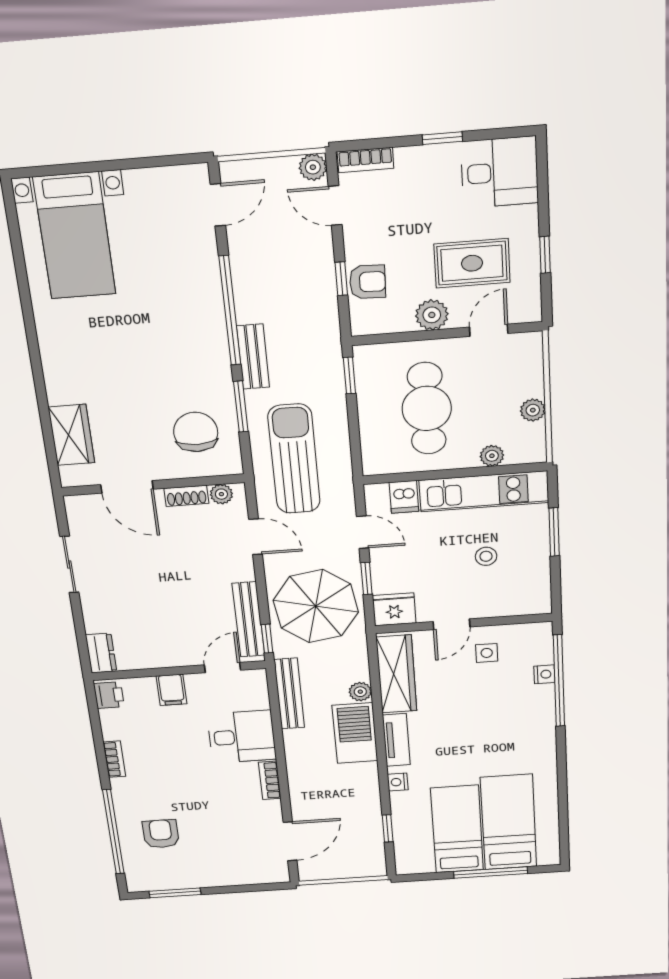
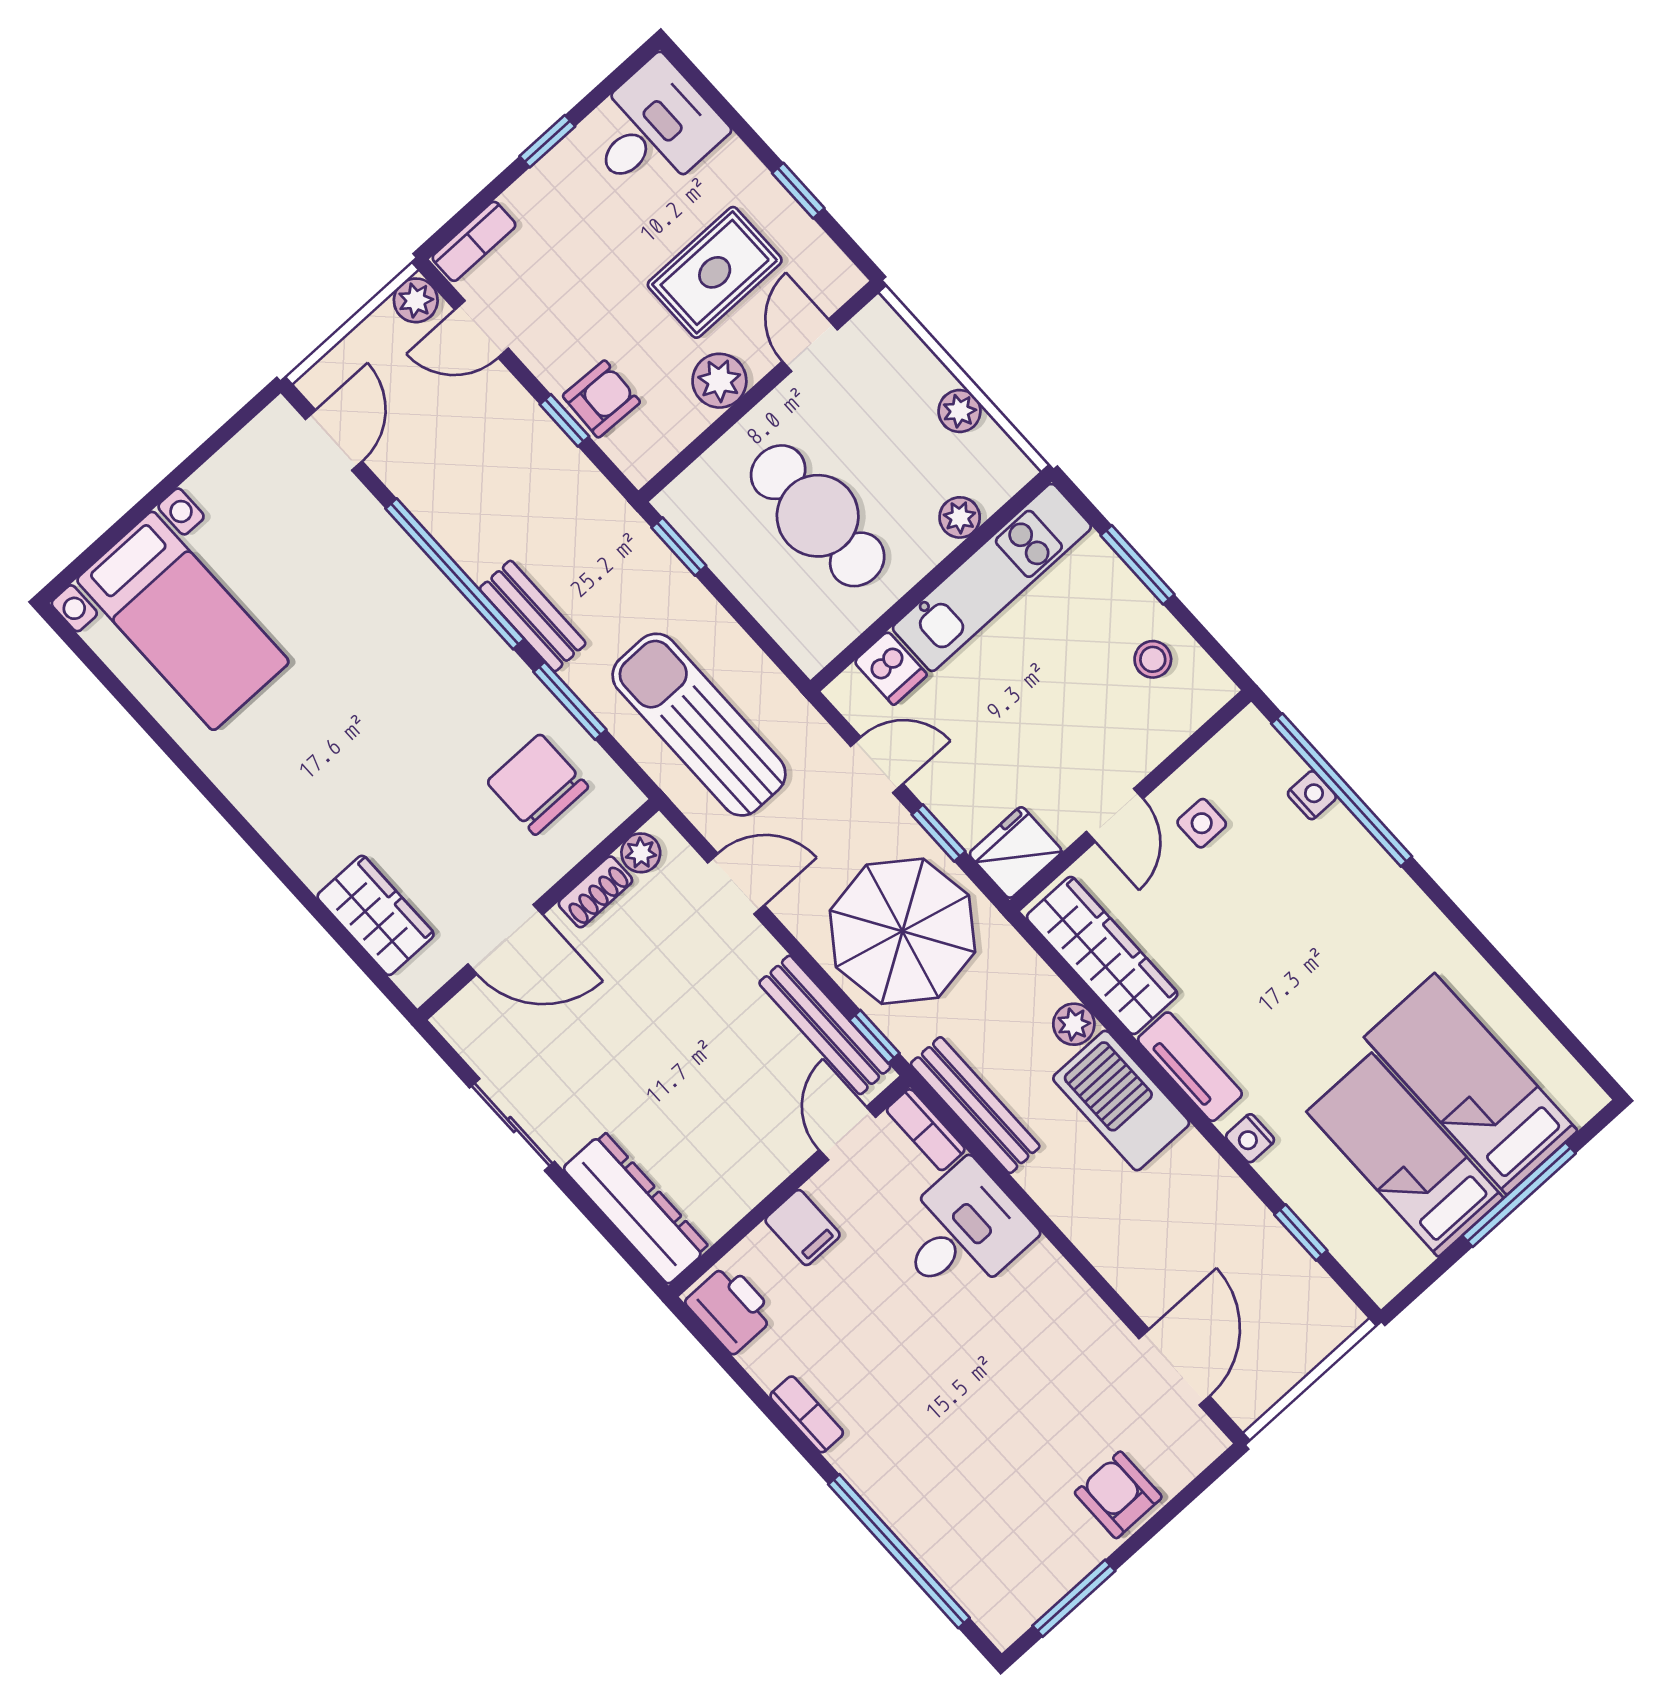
stool: (486, 556) -> (1153, 659), moved
dresser: (101, 653) -> (636, 1208), width x1.96, depth x1.24
printer: (109, 695) -> (731, 1309), width x1.36, depth x1.24
bookcase: (270, 780) -> (926, 1130), moved
armchair: (161, 834) -> (1118, 1495), moved

